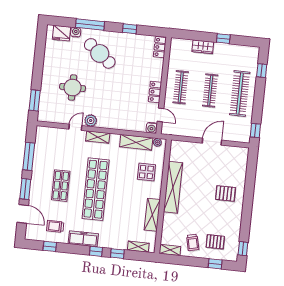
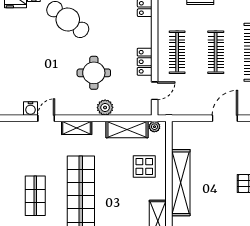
round table: (73, 87) -> (94, 73), moved
door: (160, 115) -> (155, 91), hinge flipped
plant: (91, 121) -> (105, 107), moved
water cooler: (152, 128) -> (30, 109), moved

